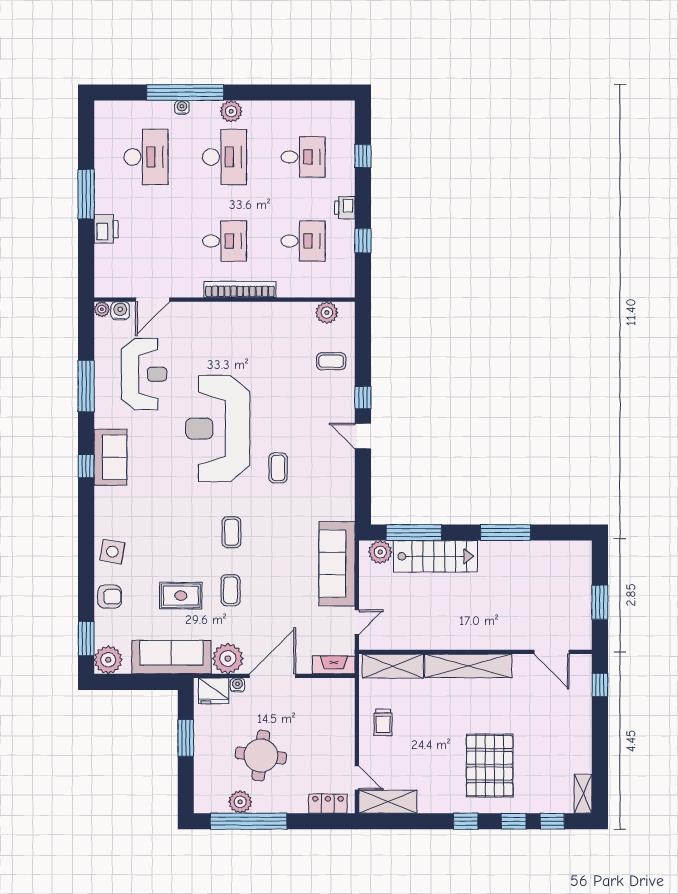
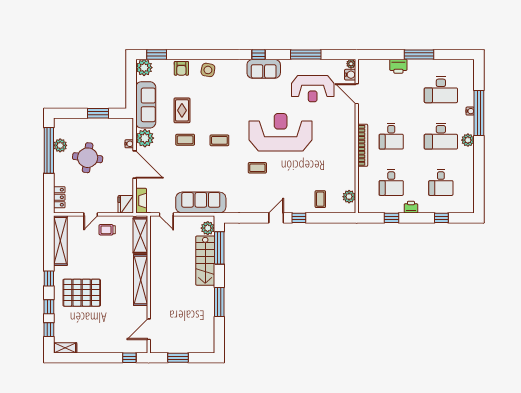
fridge: (214, 691) -> (126, 204), moved
door: (357, 778) -> (91, 214), moved
shelving: (388, 802) -> (60, 241), width x1.47

